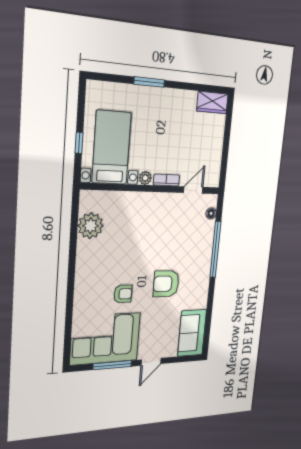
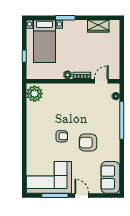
wardrobe: (212, 102) -> (98, 26), moved
bed with nightstands: (112, 148) -> (44, 41), moved, turned 180
plant: (91, 226) -> (34, 94), moved
armchair: (123, 294) -> (62, 136), moved
door: (151, 362) -> (82, 196), swing flipped

